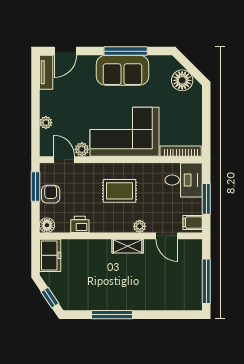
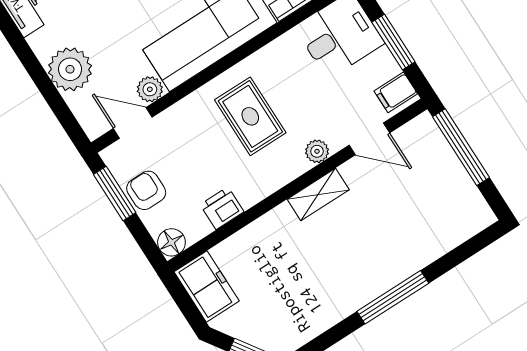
plant: (46, 123) -> (70, 69), width x1.87, depth x1.87
rug: (119, 191) -> (250, 116), turned 90
window: (206, 281) -> (461, 147), moved
window: (112, 315) -> (393, 297), moved

